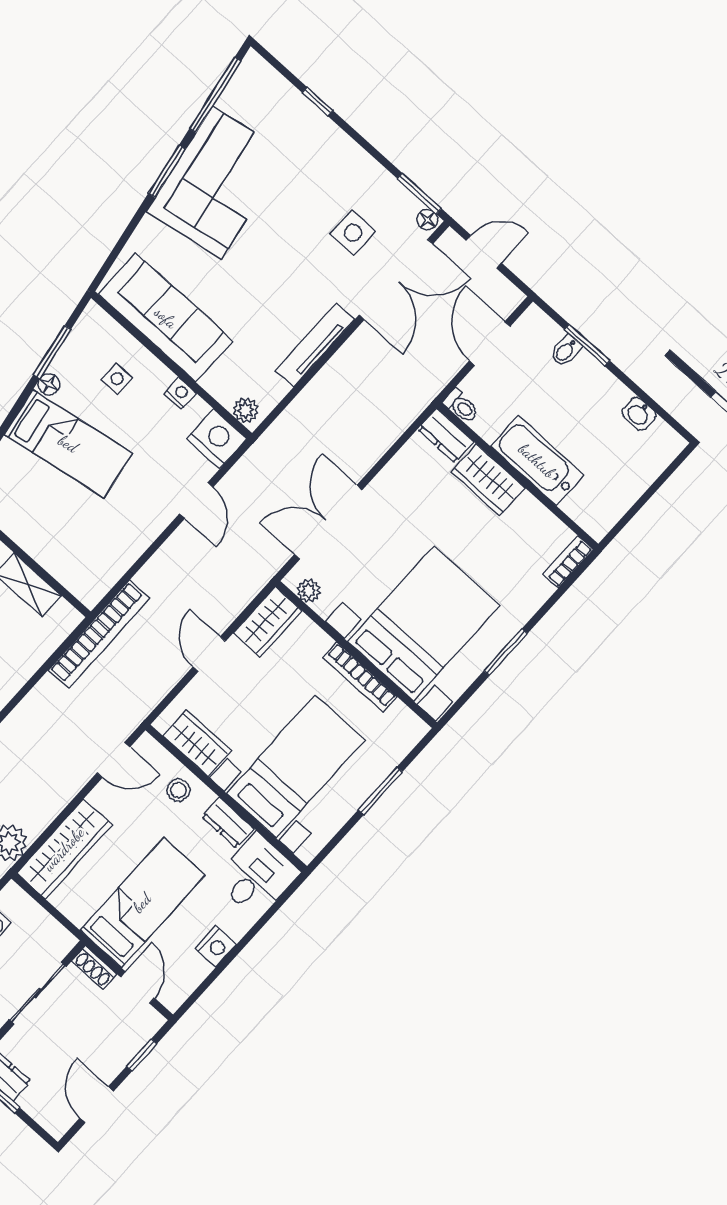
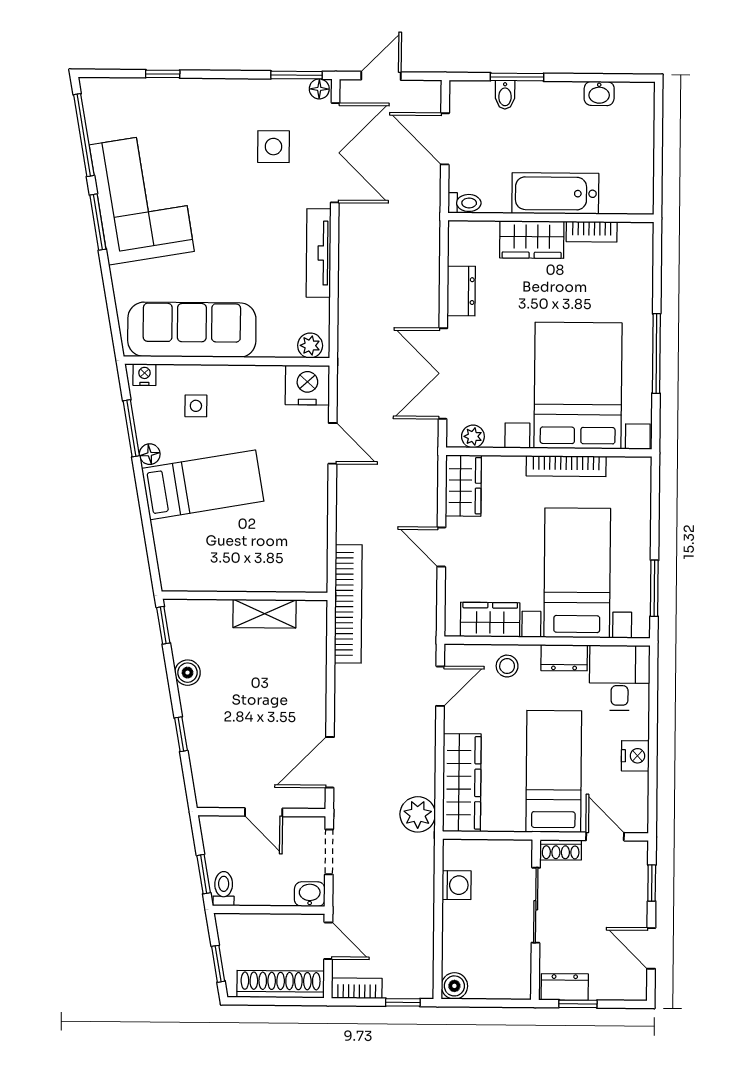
nightstand: (180, 393) -> (144, 375), moved
dresser: (446, 436) -> (461, 291), moved, turned -90
bookcase: (568, 562) -> (592, 232), moved, turned -90
window: (506, 652) -> (656, 354), width x1.44
window: (380, 791) -> (654, 588), moved

